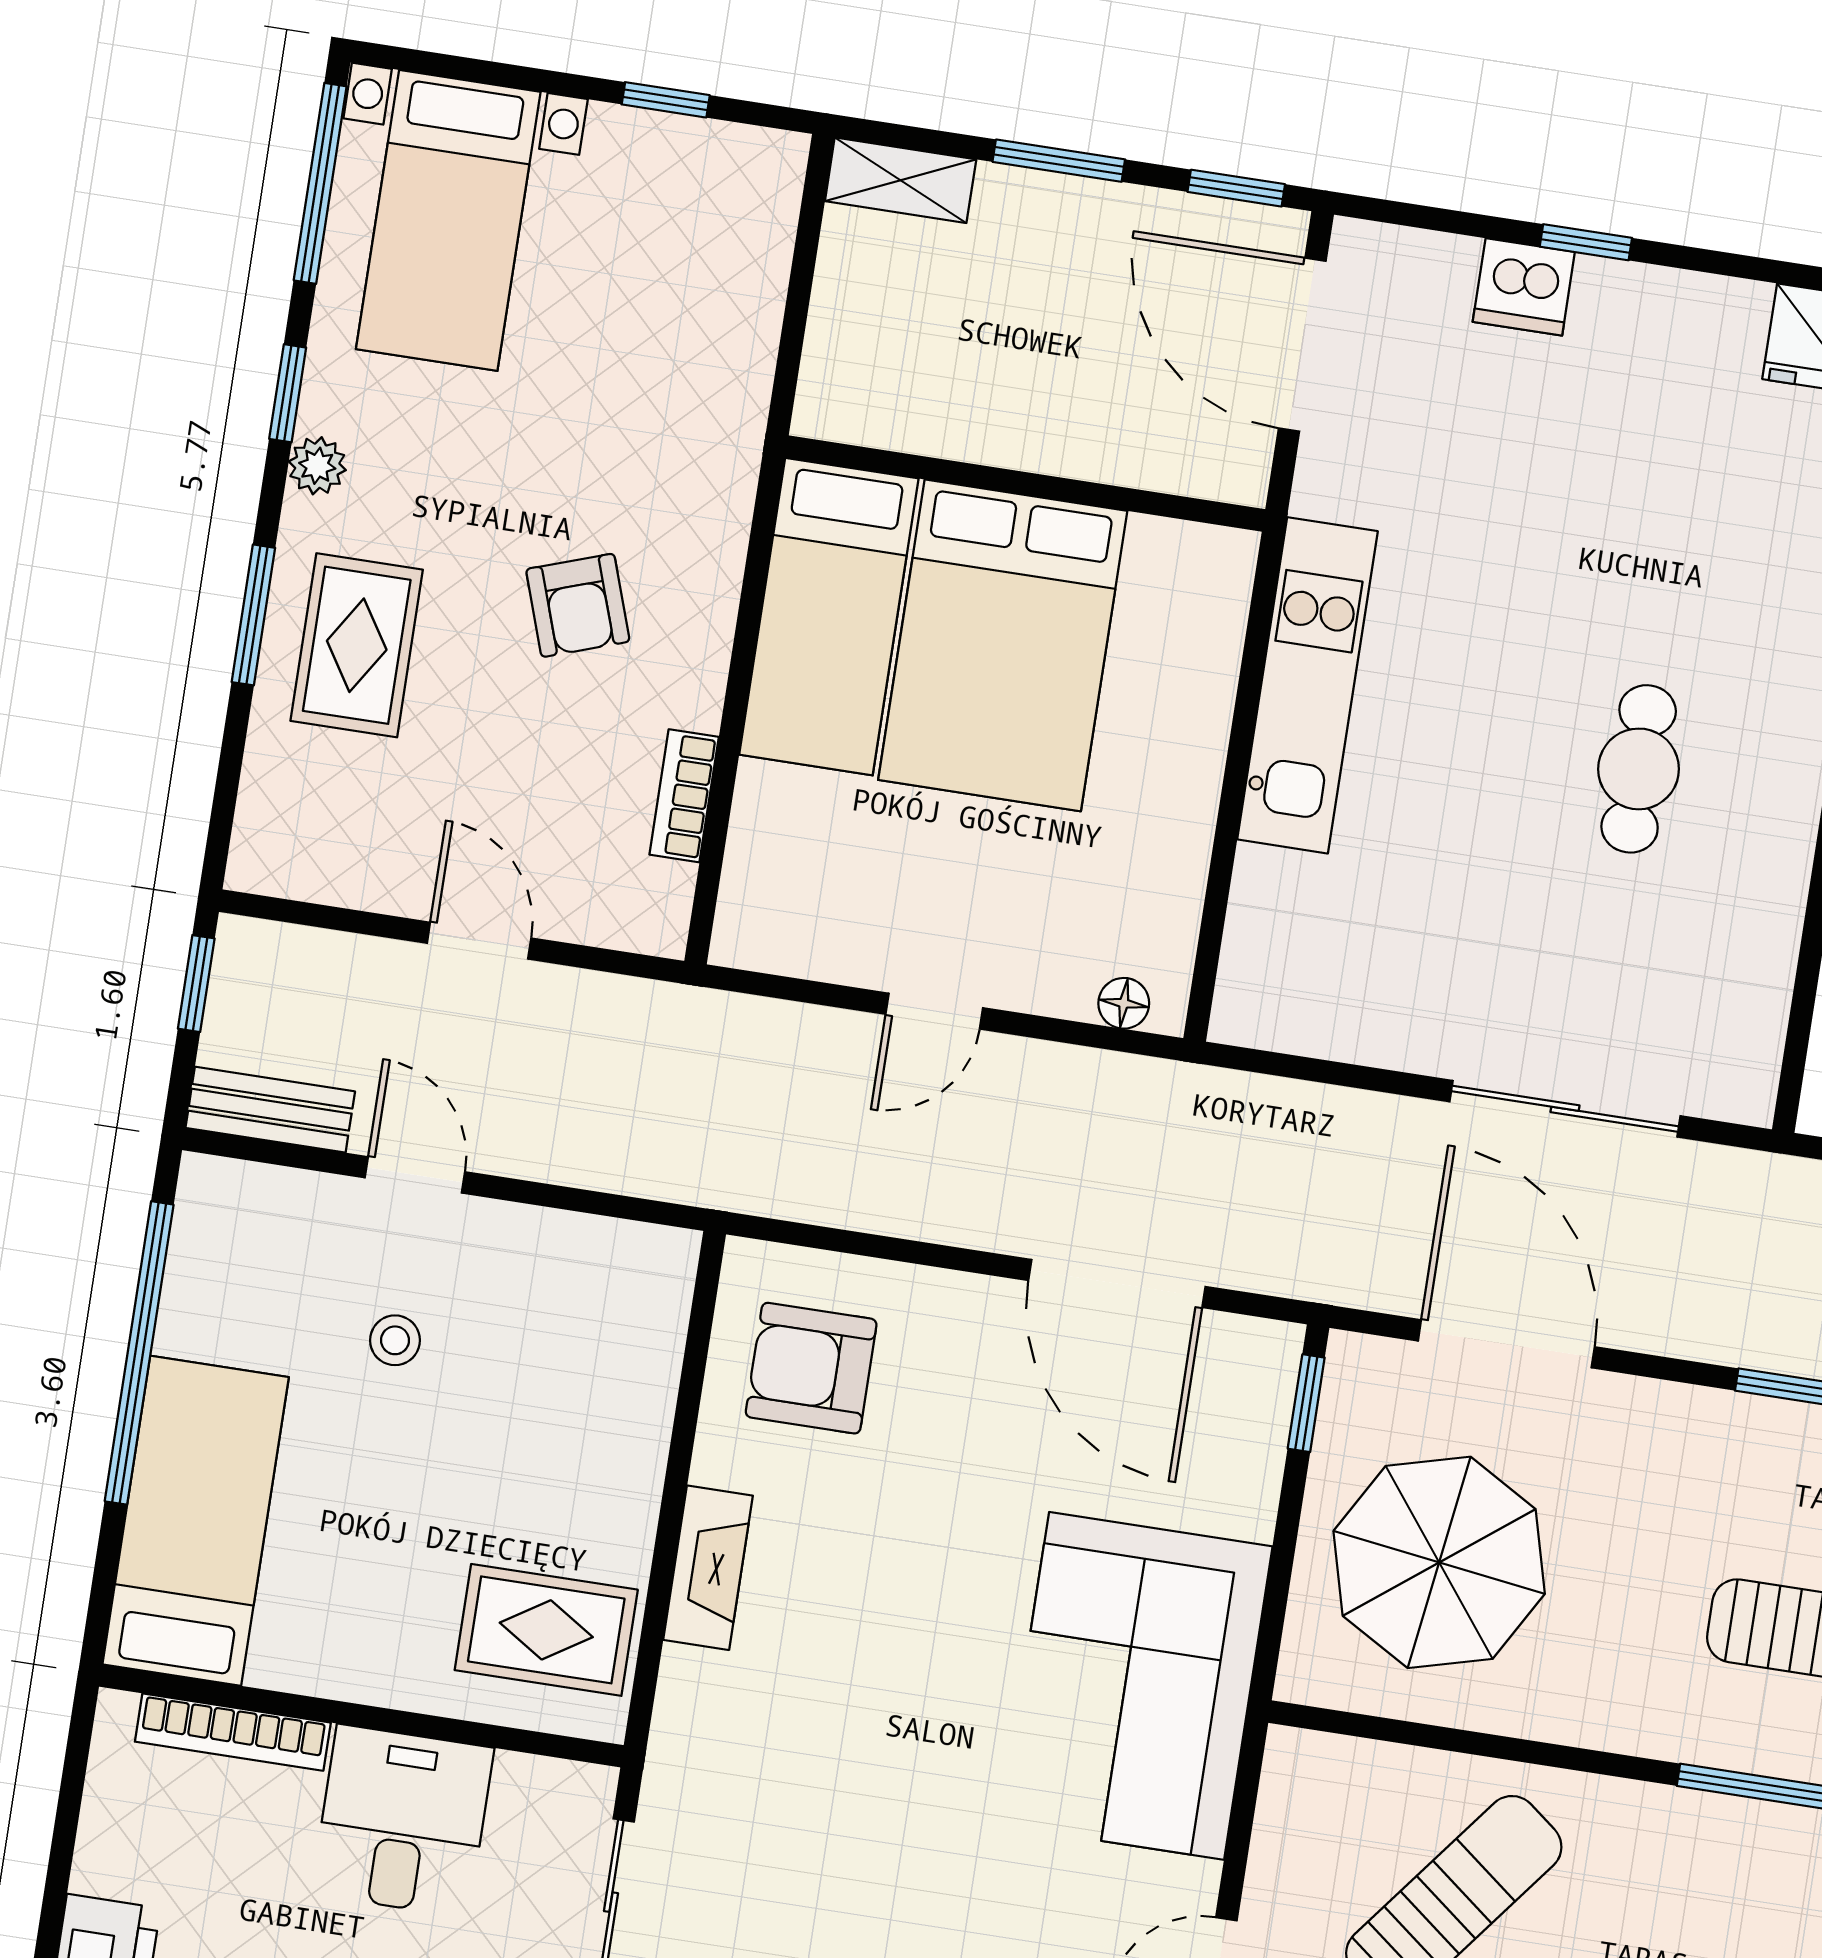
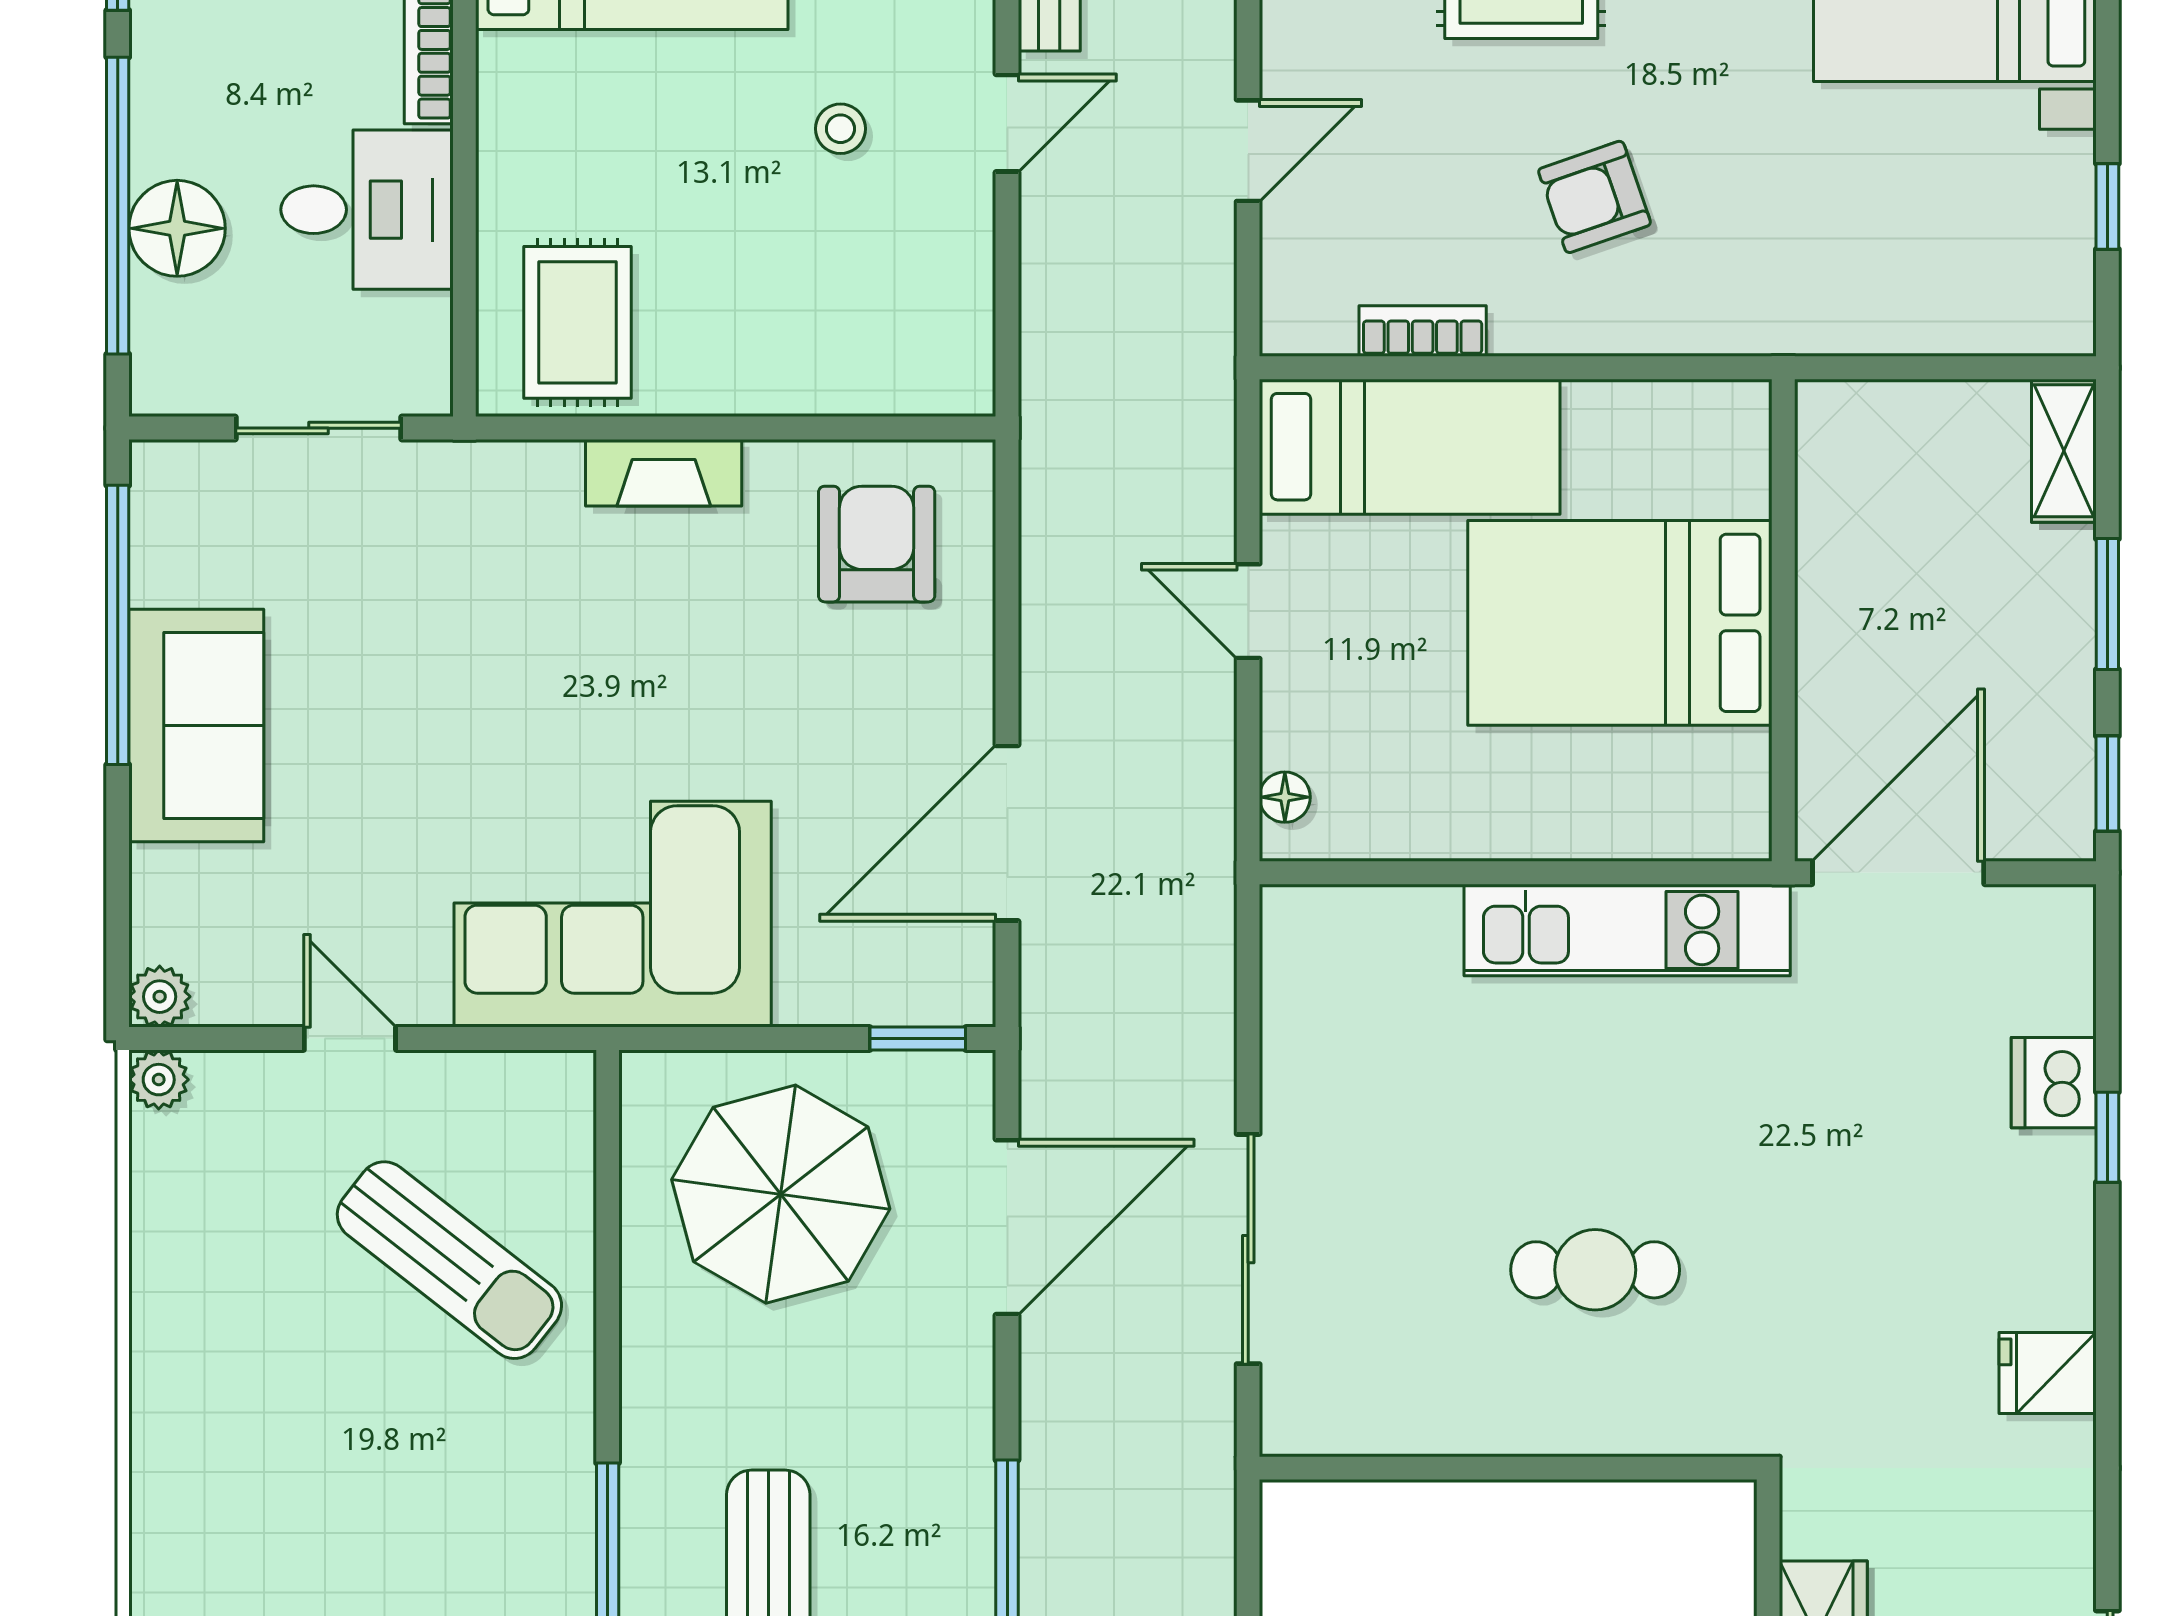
door: (1302, 345) -> (1898, 873), moved
bed: (829, 617) -> (1410, 447), moved, turned 180

